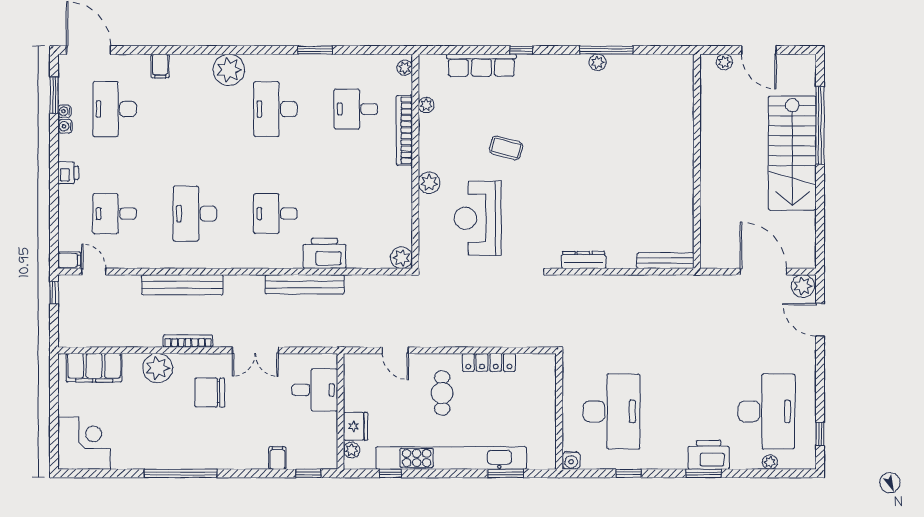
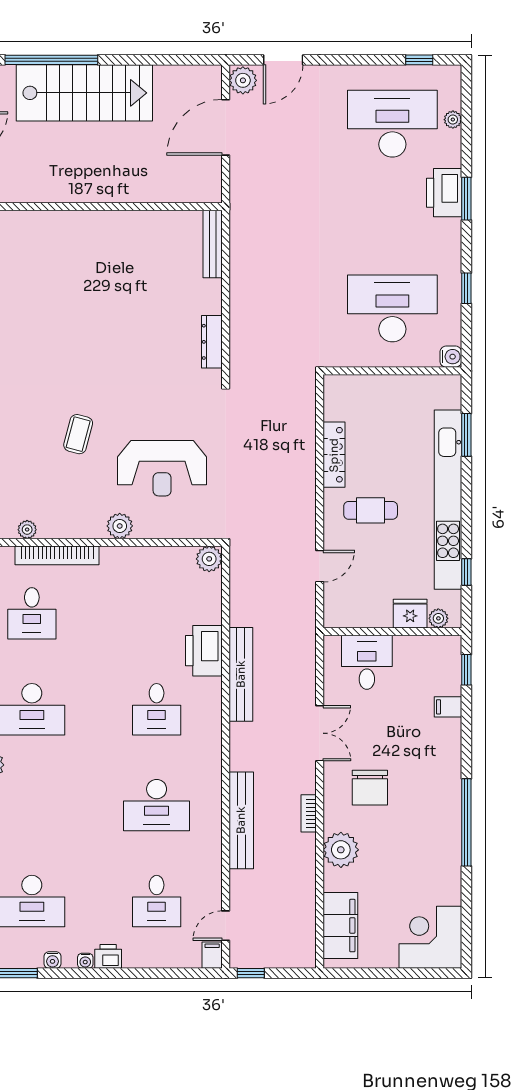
water cooler: (64, 111) -> (85, 961), moved
bookcase: (188, 341) -> (309, 813), width x0.64

